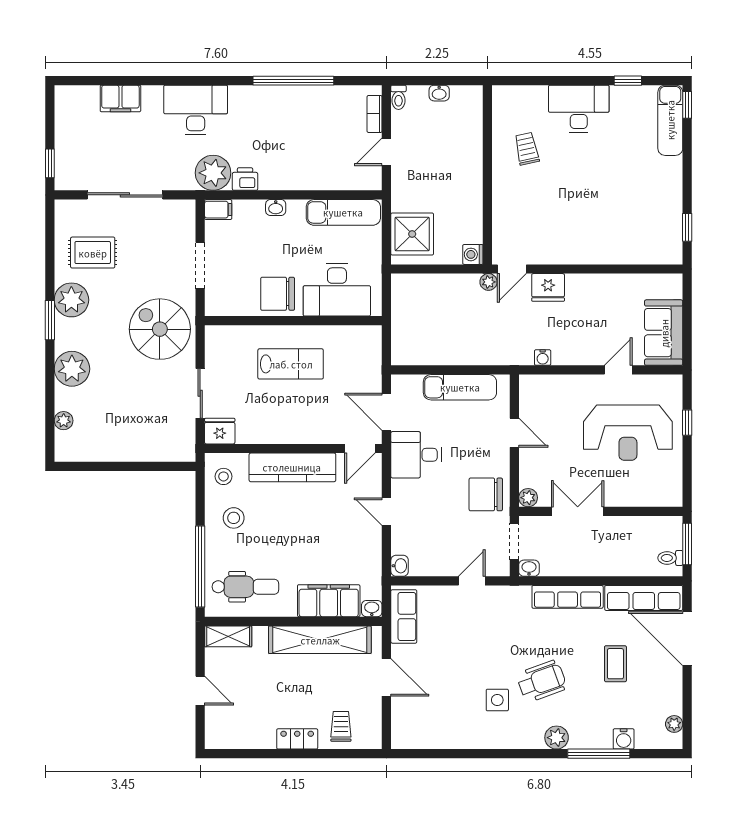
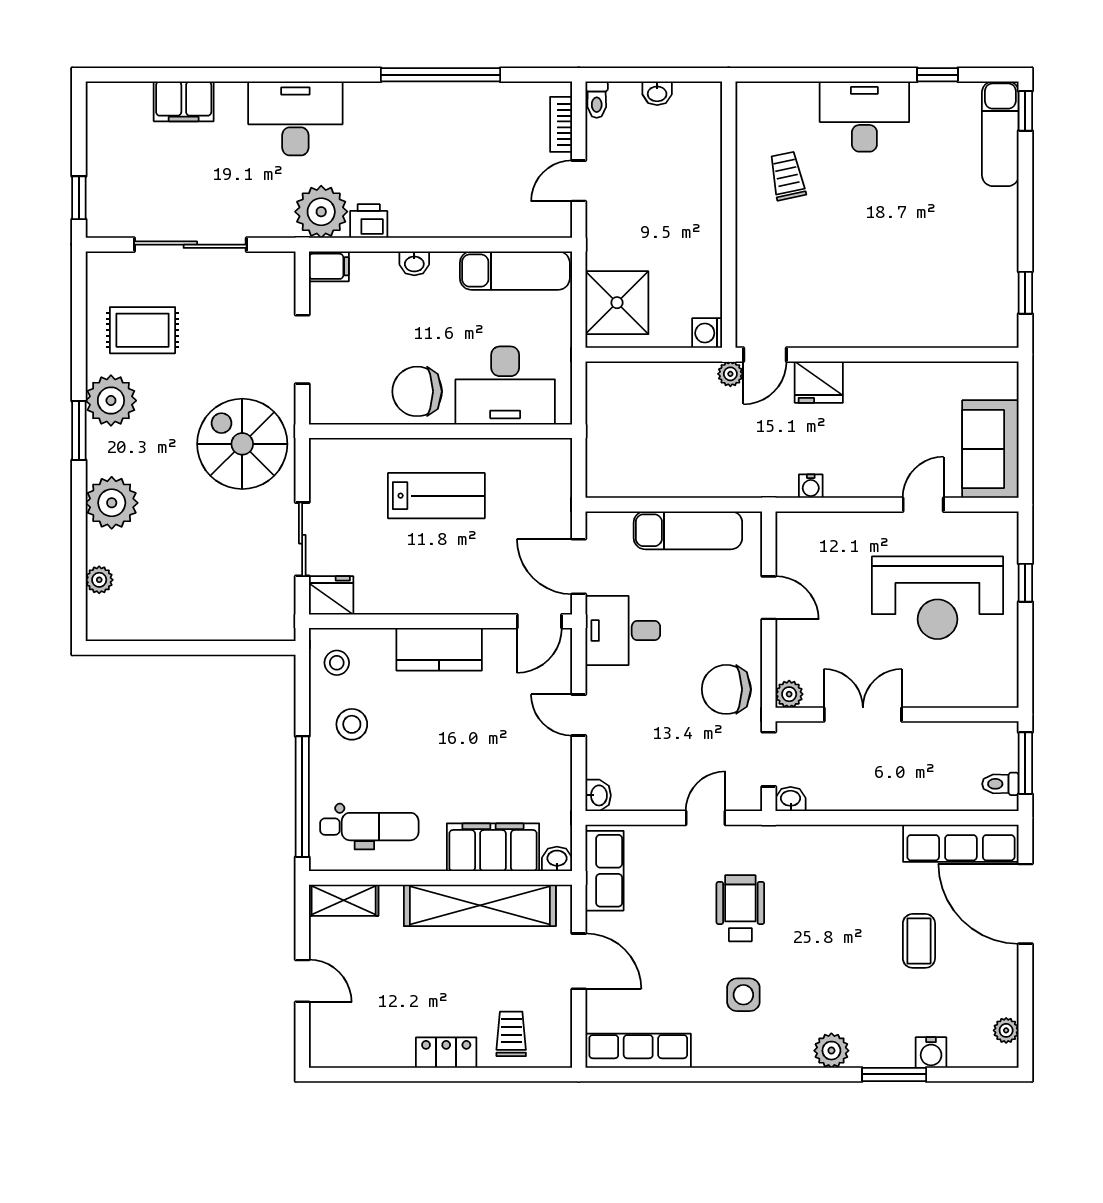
kitchen counter: (292, 467) -> (439, 649), width x0.67
row of seats: (568, 597) -> (638, 1051), moved, turned 180
wheelchair: (542, 681) -> (740, 908), moved, turned -70
window: (599, 754) -> (894, 1074), width x0.69

